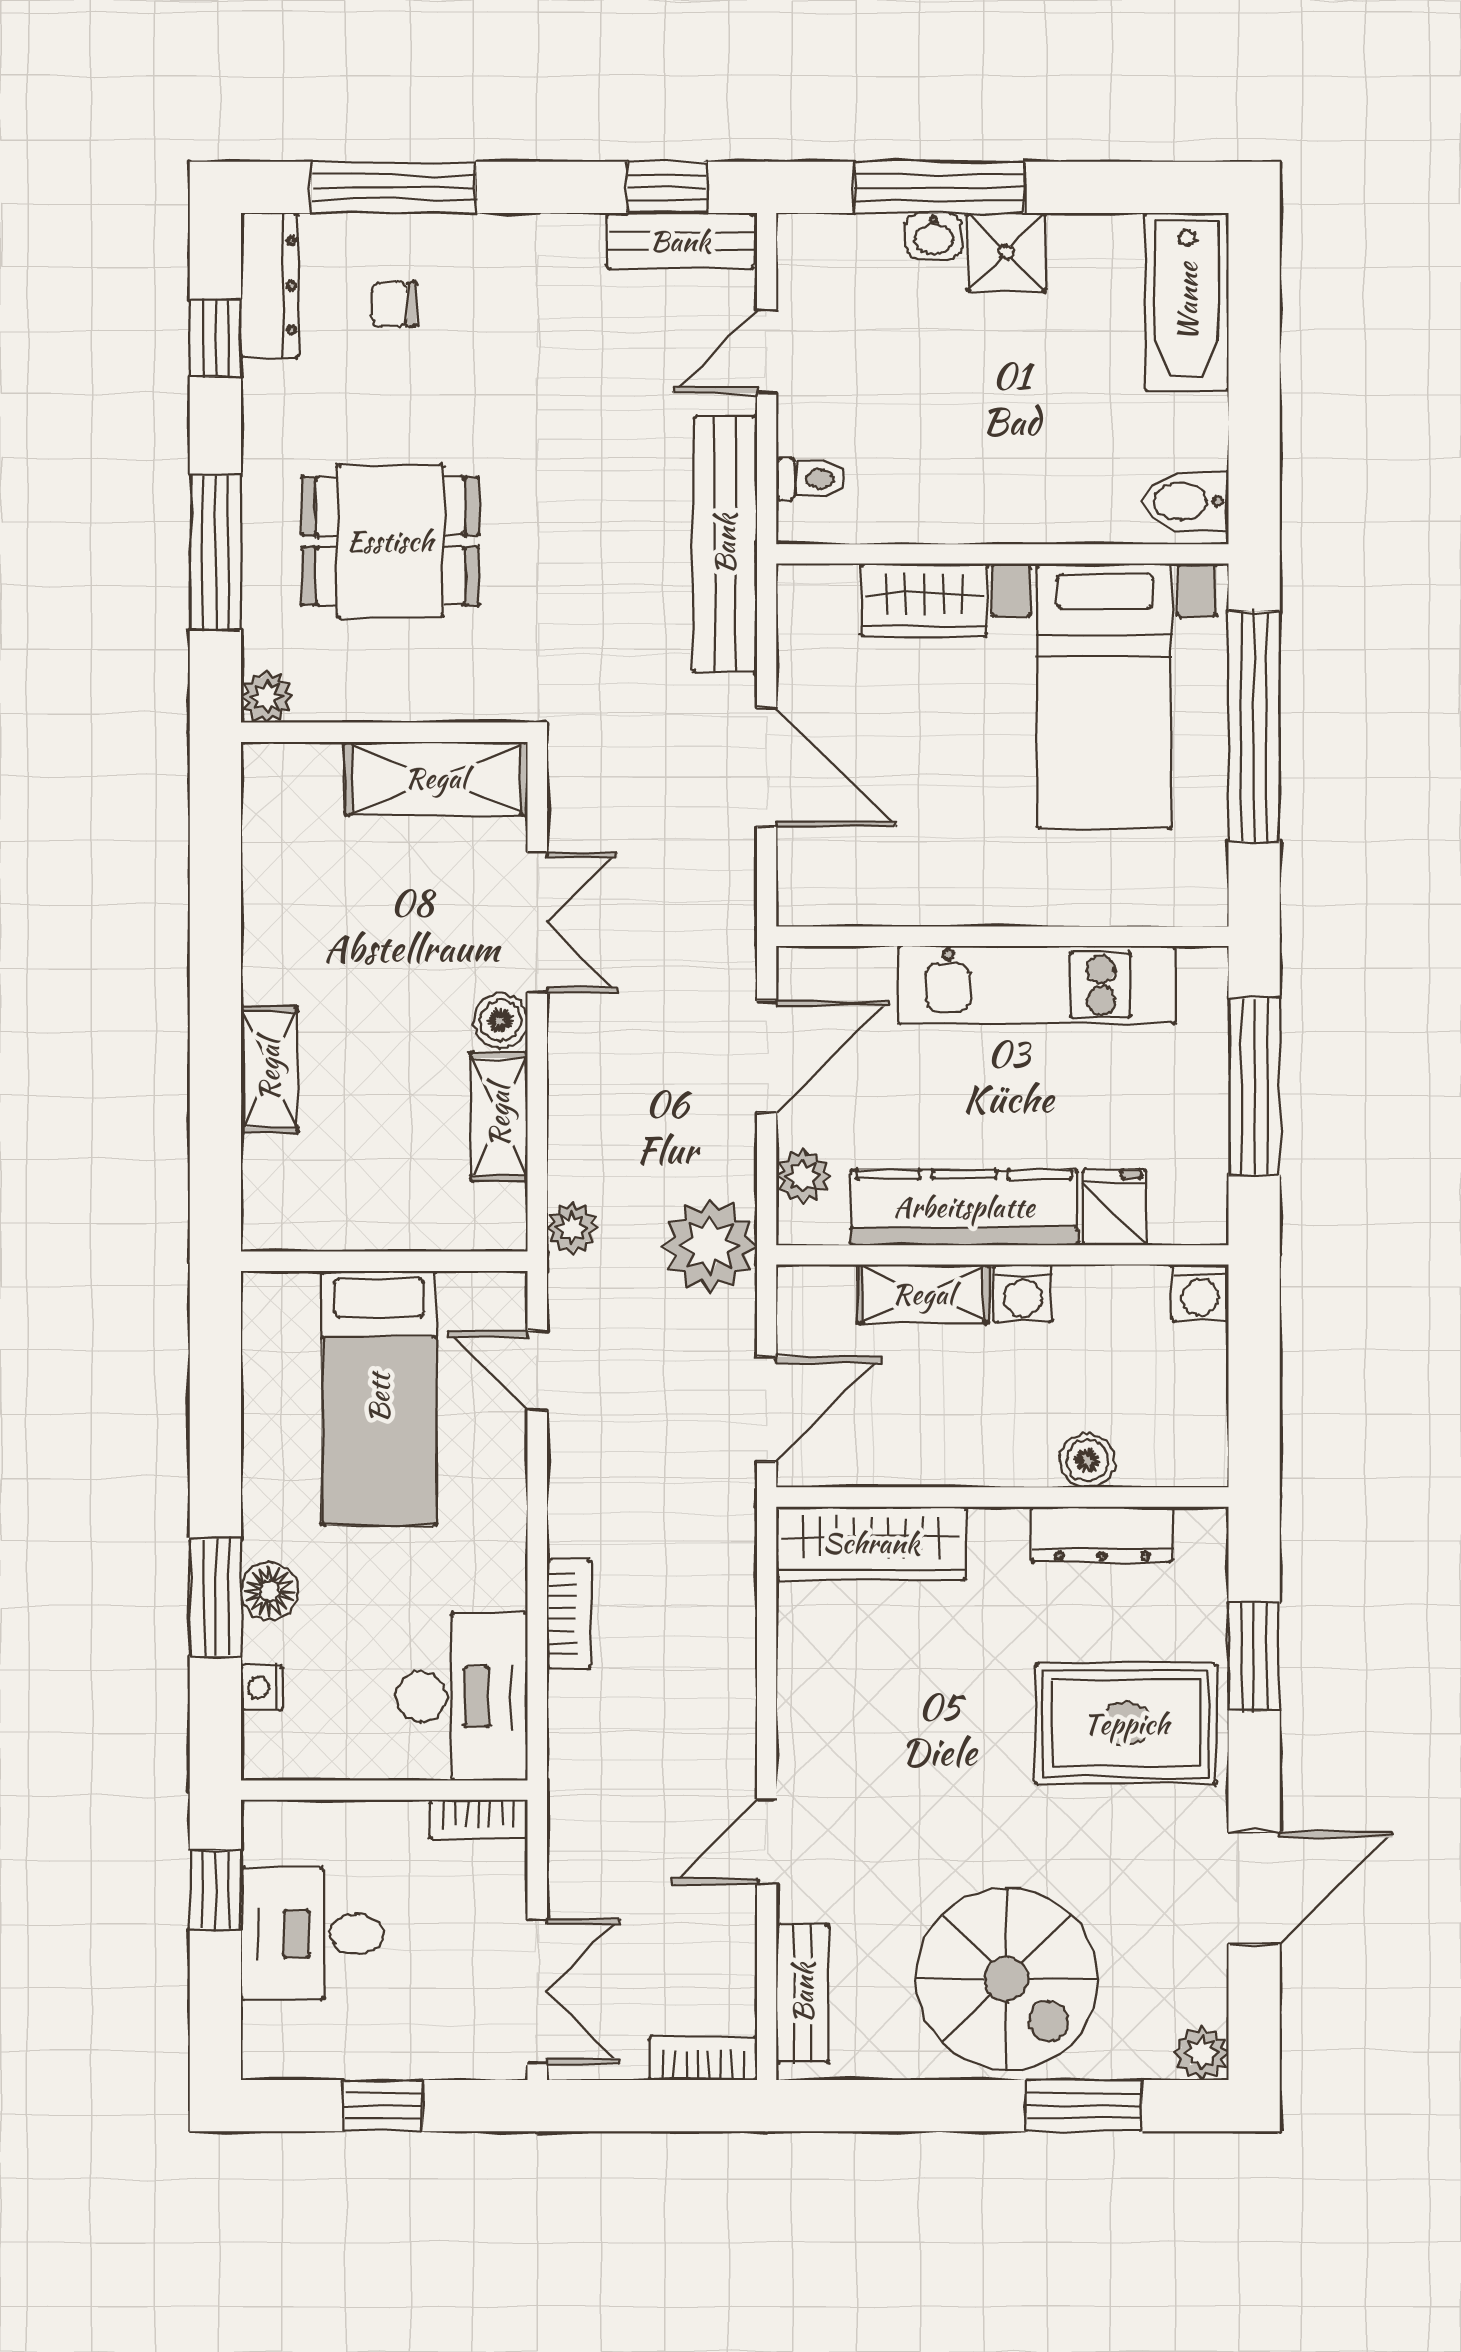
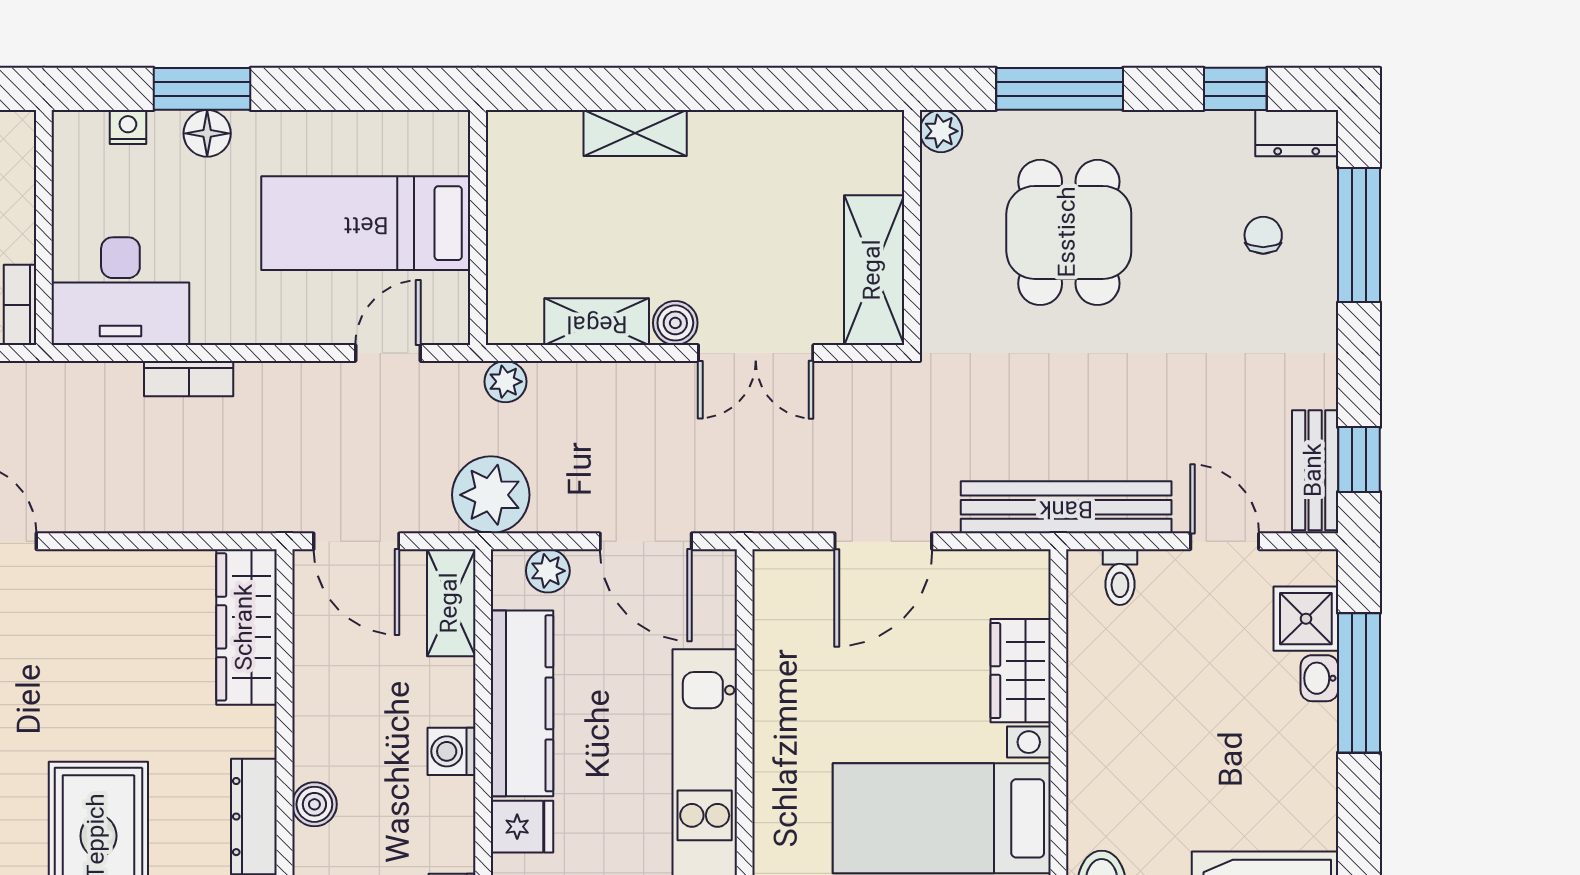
shower: (1006, 252) -> (1306, 619), moved
dresser: (269, 285) -> (1297, 133), width x0.70
shelving: (923, 1294) -> (451, 603), moved

